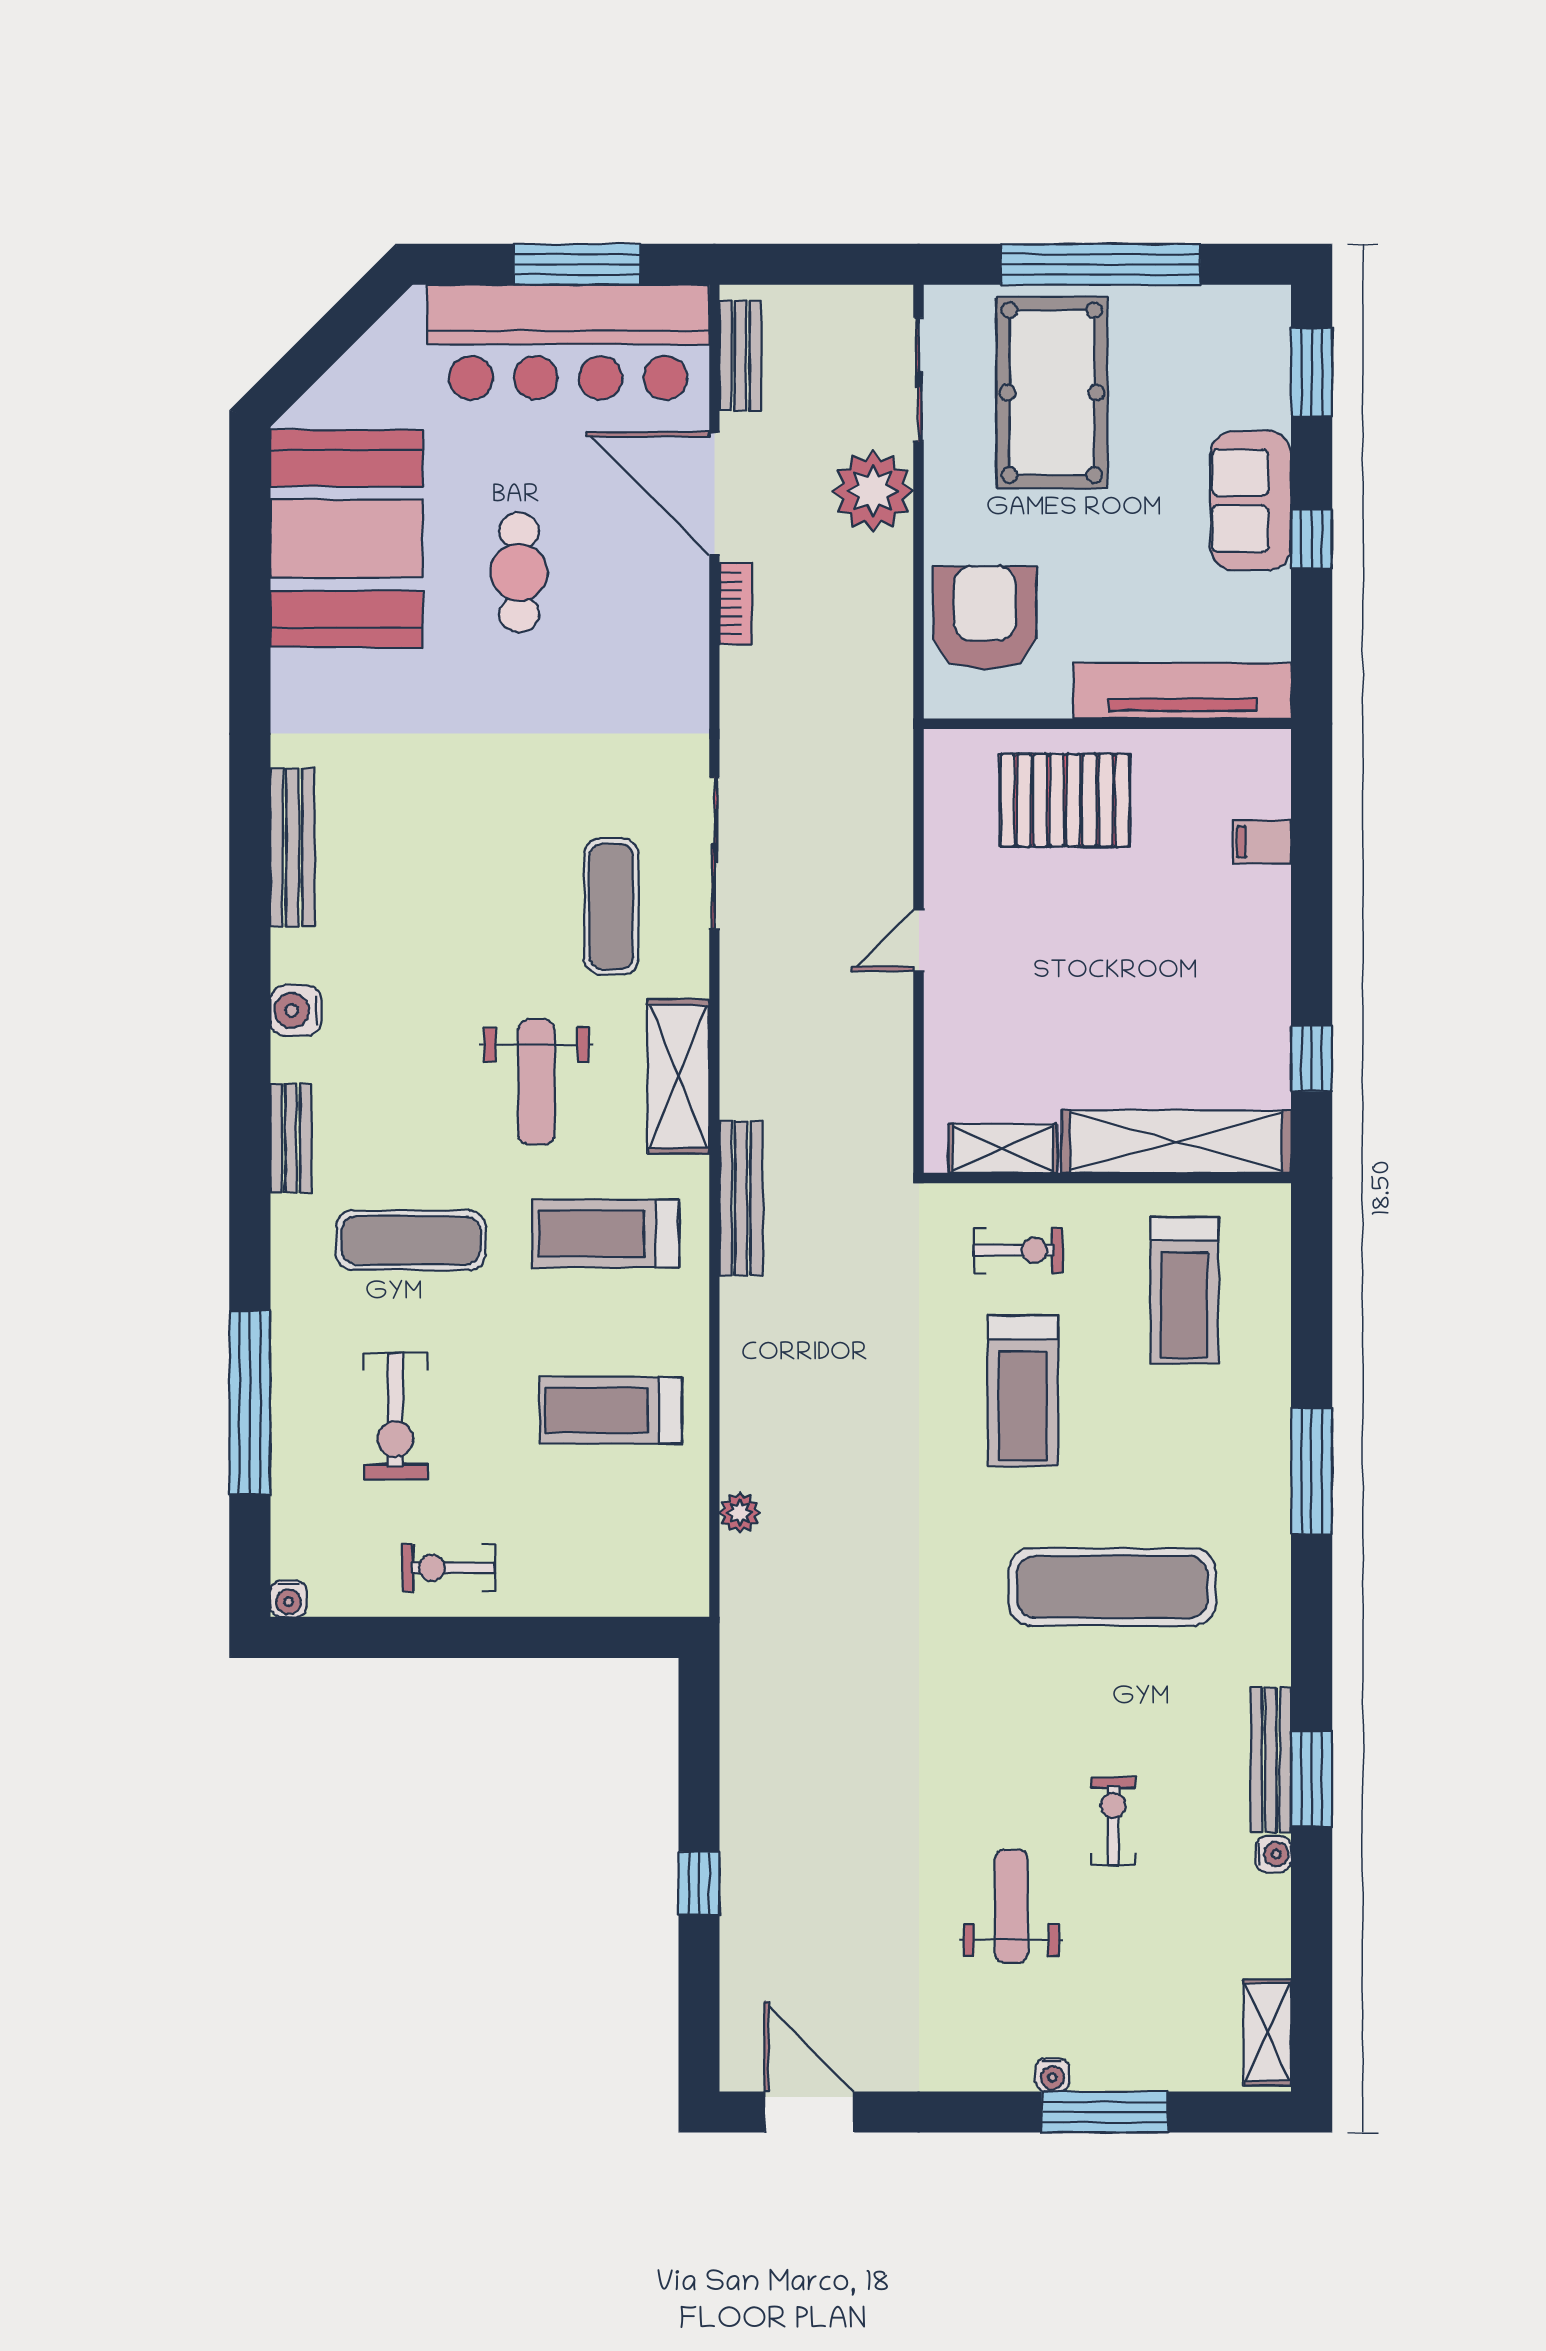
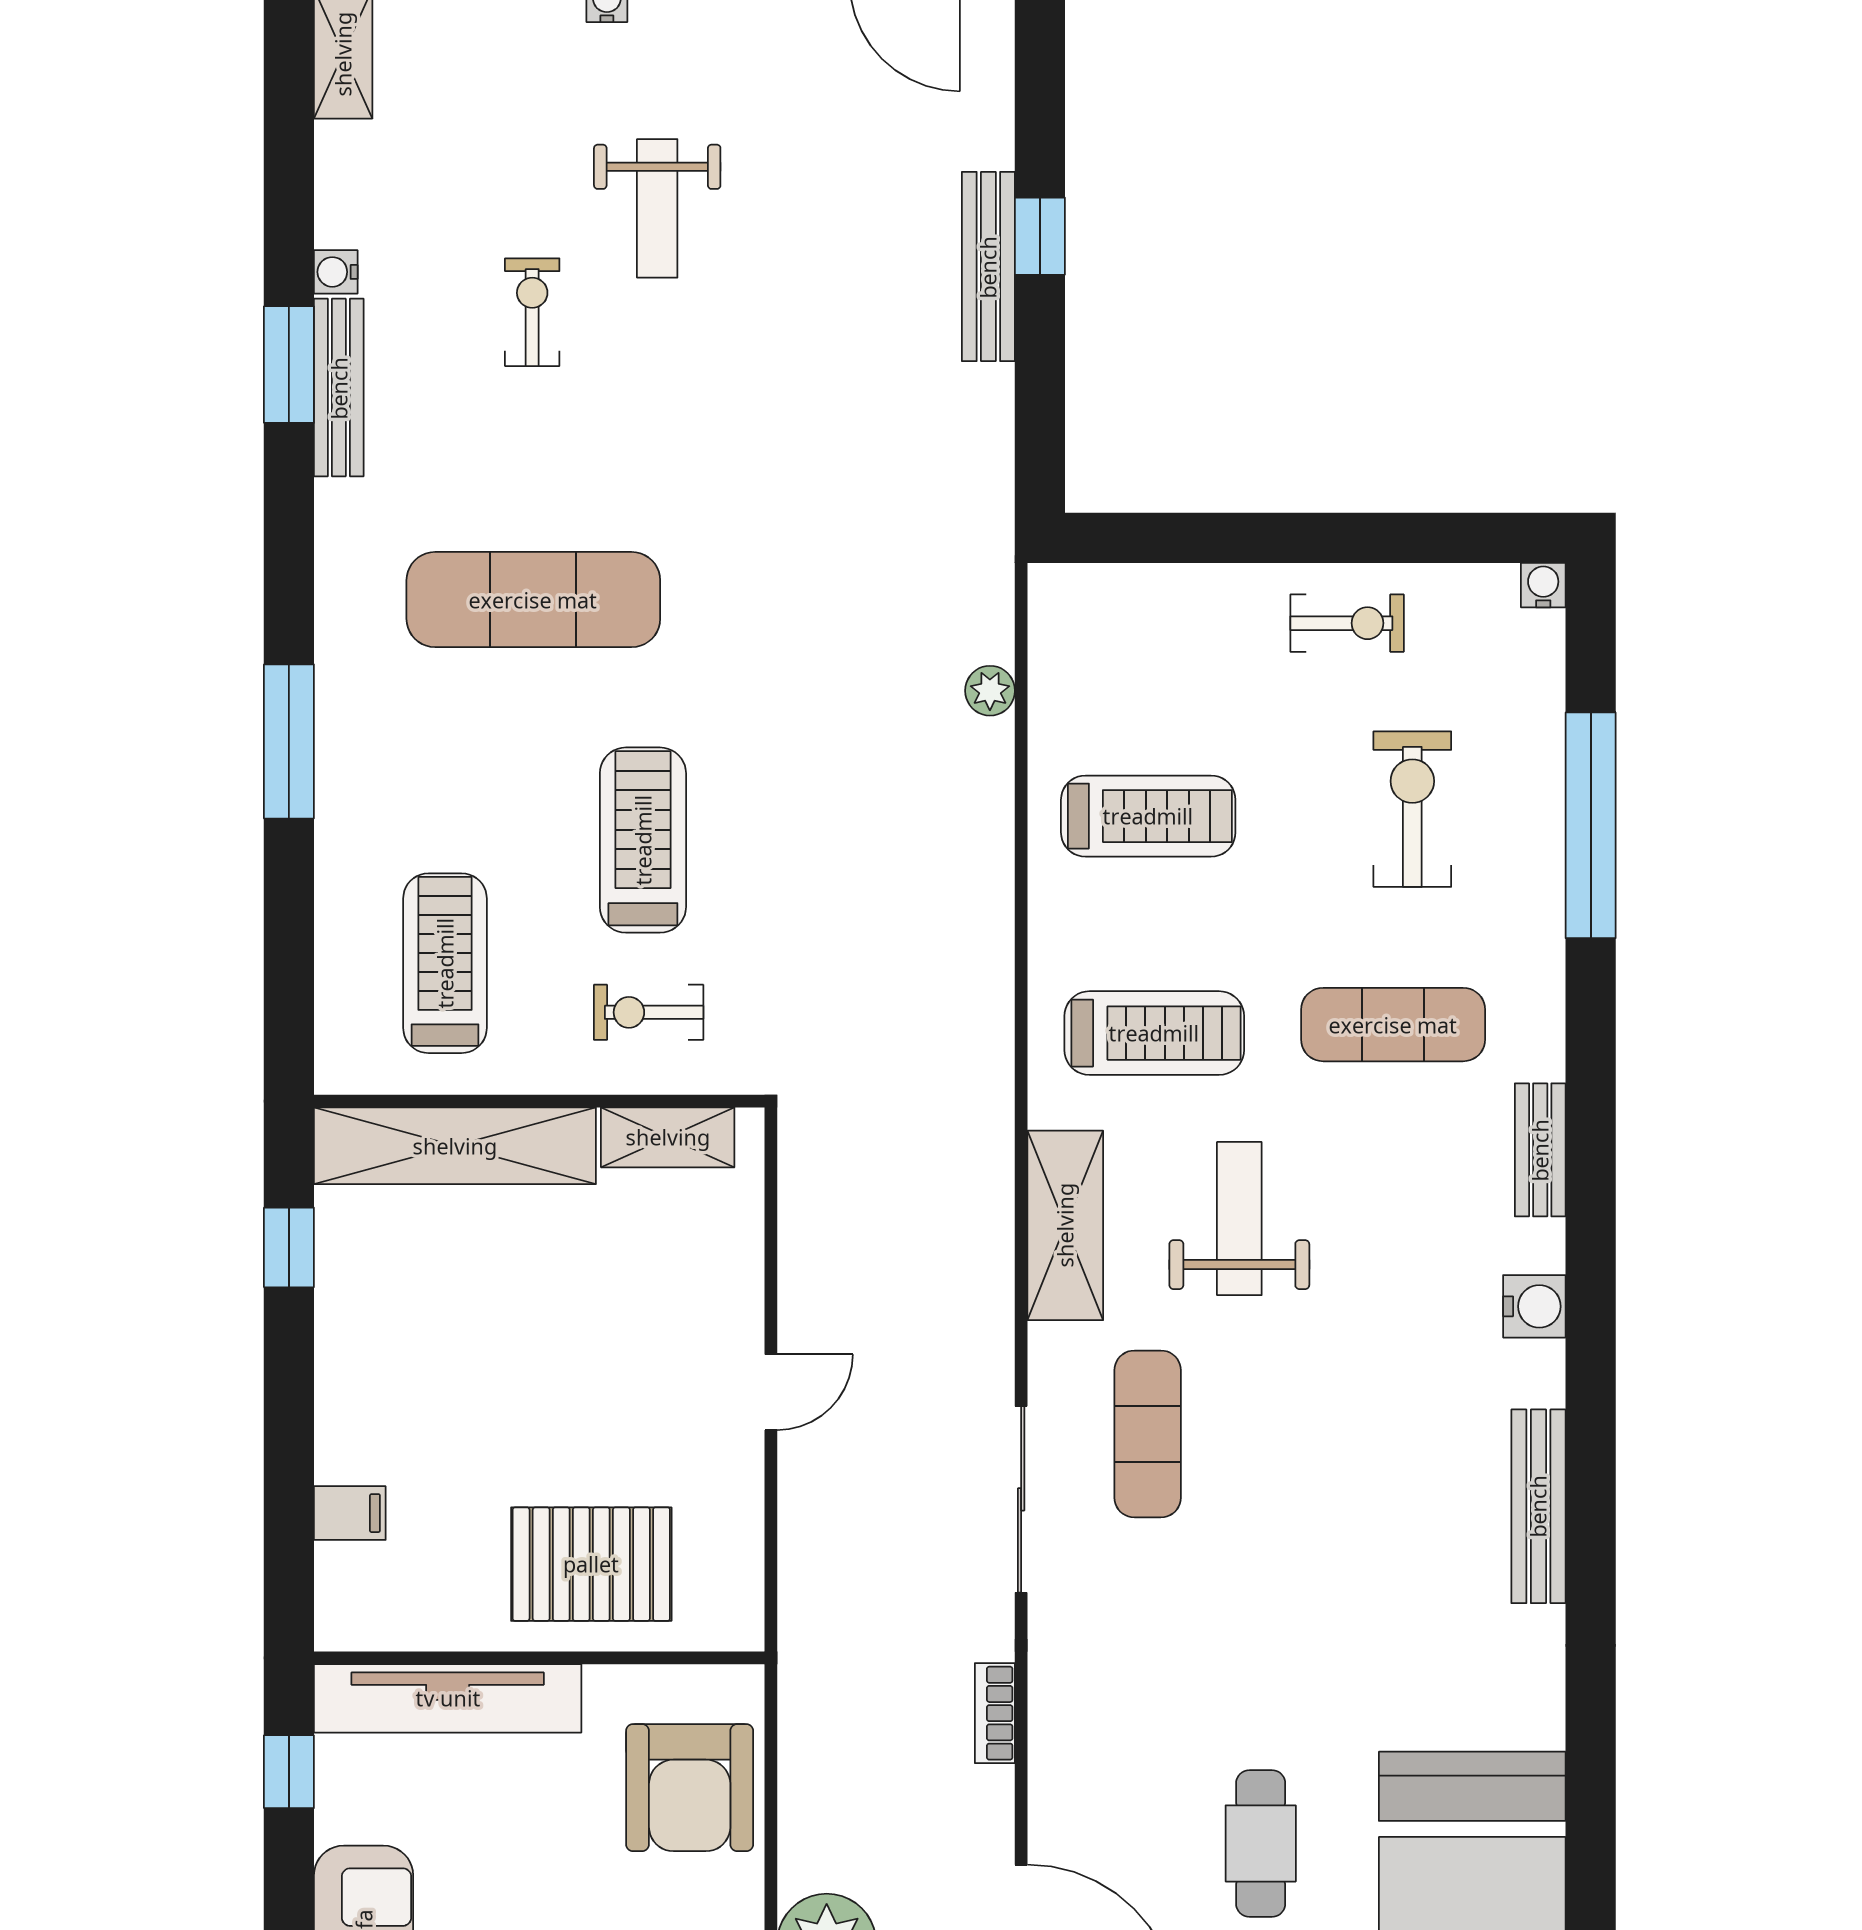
window: (1312, 539) -> (289, 1772), moved
bookcase: (736, 603) -> (995, 1713), moved
bench: (741, 1198) -> (988, 267), moved
exercise bike: (1113, 1821) -> (532, 312), turned 180

